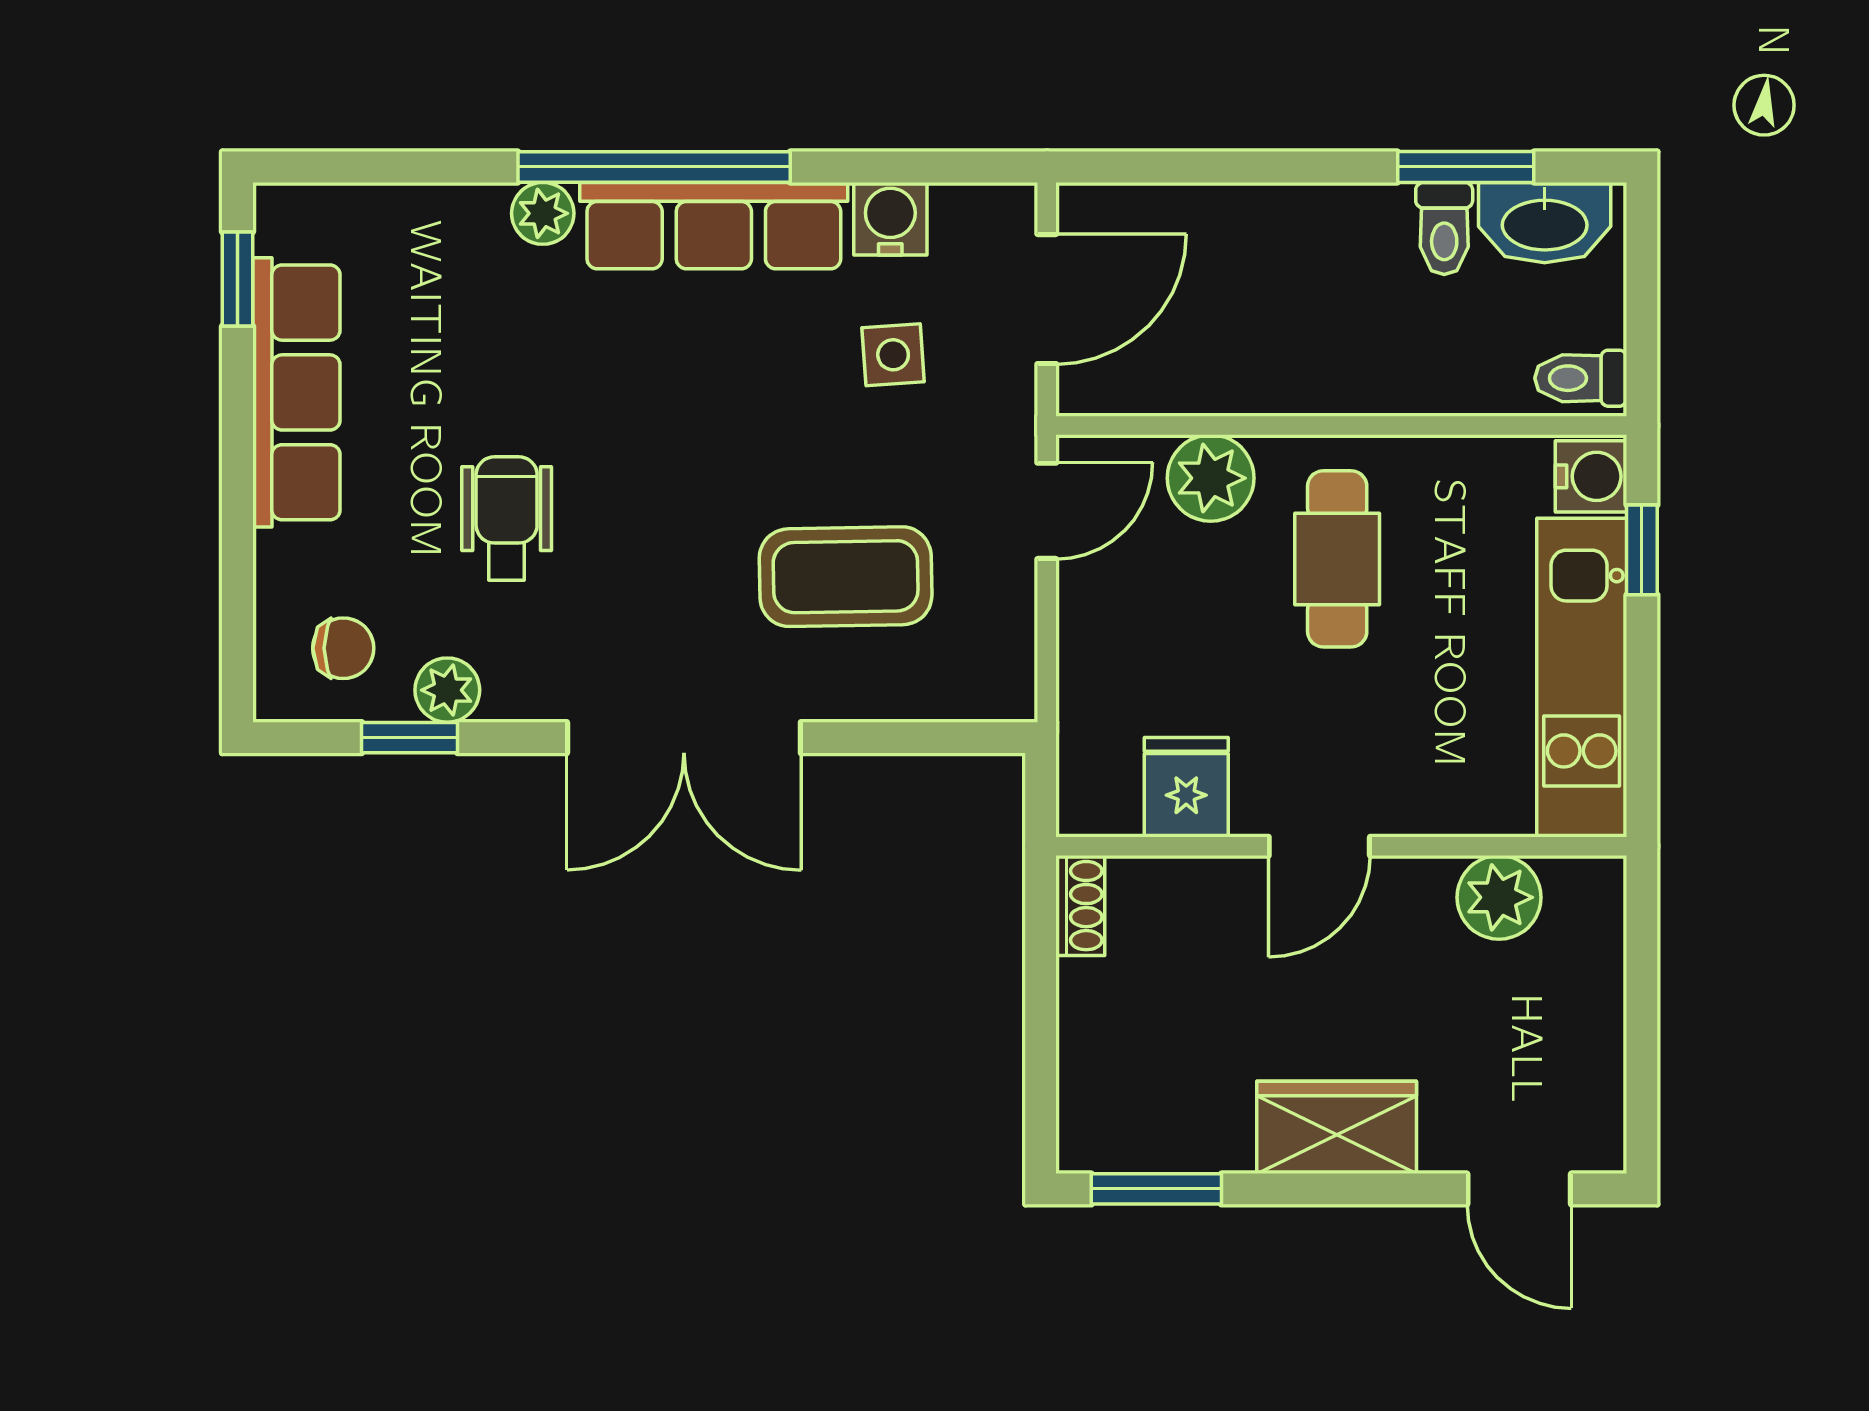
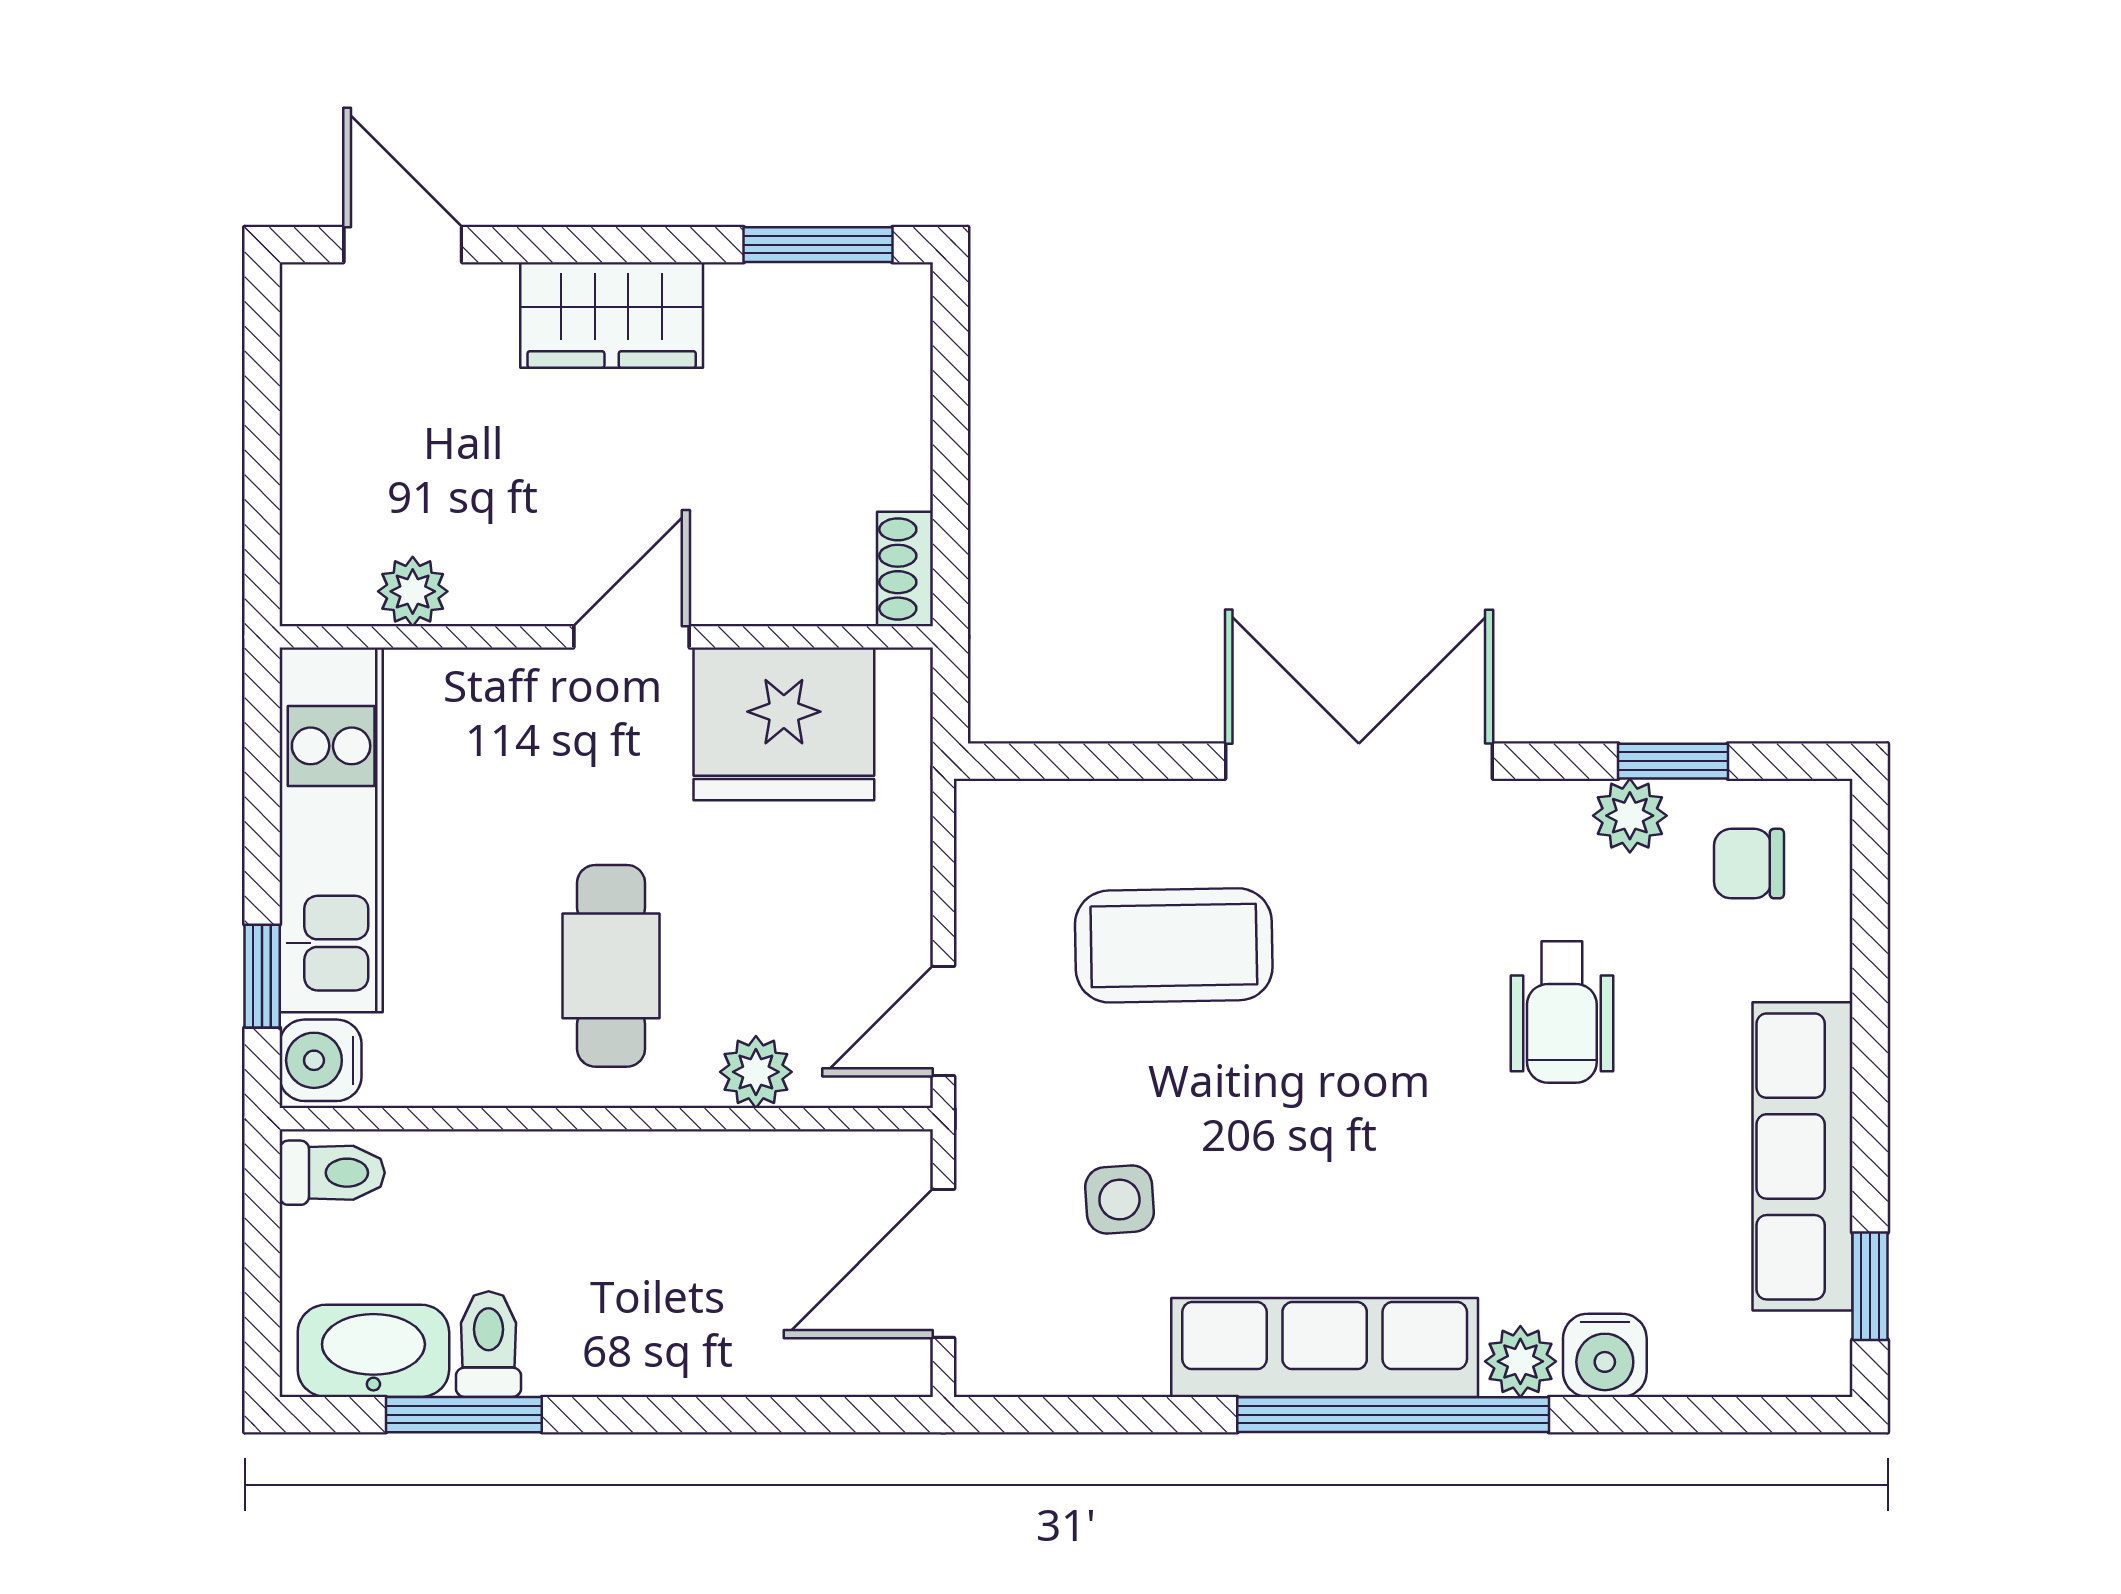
water cooler: (890, 219) -> (1605, 1355), moved
plant: (1211, 478) -> (756, 1072), width x0.73, depth x0.73
fridge: (1186, 787) -> (784, 724), width x1.88, depth x1.34
plant: (1499, 897) -> (413, 591), width x0.73, depth x0.73

